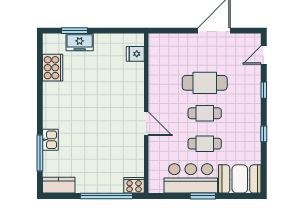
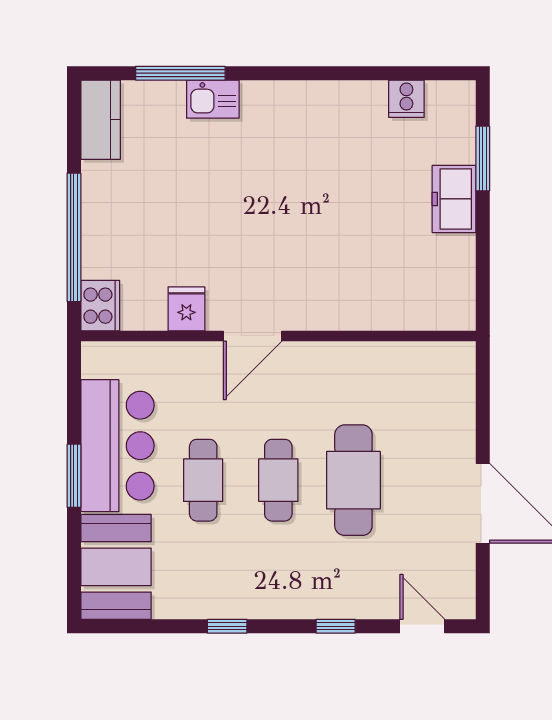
freezer: (80, 42) -> (454, 199), moved
fridge: (135, 54) -> (186, 309), moved
cooker: (53, 68) -> (406, 99), width x0.53, depth x0.76

